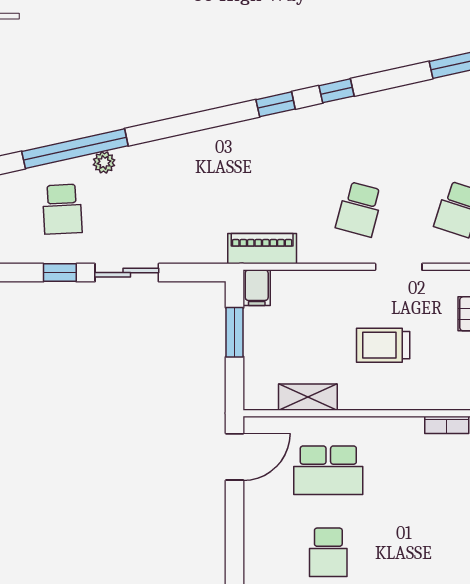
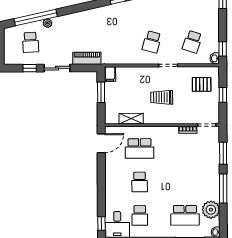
piano: (262, 249) -> (87, 58), moved

